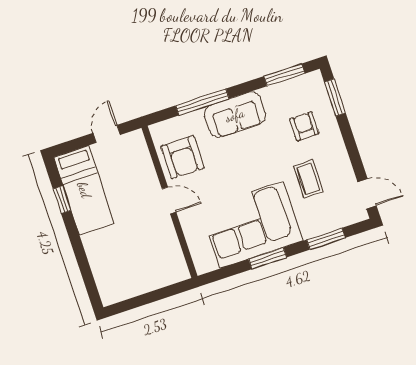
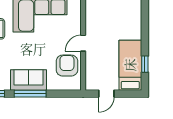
window: (202, 102) -> (30, 94), moved
door: (169, 200) -> (83, 43), hinge flipped

